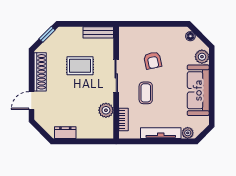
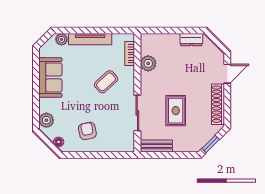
armchair: (153, 60) -> (87, 131), moved
rug: (80, 66) -> (176, 111), turned 90
sliding door: (116, 76) -> (137, 113), moved
sofa: (198, 90) -> (50, 77), width x0.73
coffee table: (146, 93) -> (106, 82), turned 48

